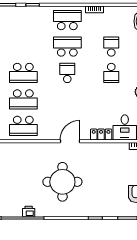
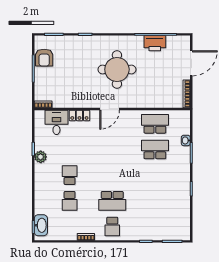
school desk: (67, 20) -> (112, 226), width x0.54
school desk: (23, 73) -> (155, 175), removed
school desk: (67, 73) -> (112, 175), removed
printer: (29, 212) -> (155, 43), width x1.87, depth x1.48

